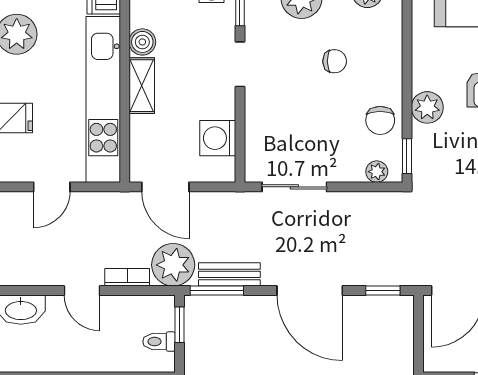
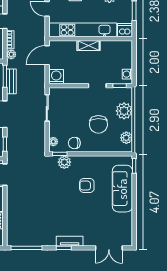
boiler: (142, 42) -> (106, 46), removed
chair: (335, 61) -> (98, 124), width x1.87, depth x1.87
plant: (427, 107) -> (64, 162), moved
washing machine: (218, 138) -> (56, 77), moved
plant: (173, 265) -> (11, 54), width x0.53, depth x0.53

